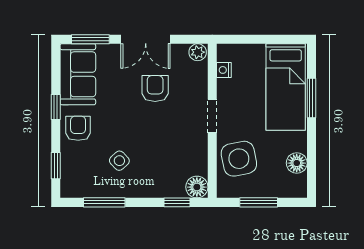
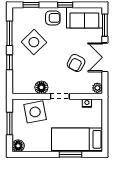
armchair: (155, 88) -> (76, 63), turned 118
side table: (119, 161) -> (34, 42), width x1.87, depth x1.87
floor lamp: (297, 163) -> (18, 146), moved
floor lamp: (197, 187) -> (41, 87), moved
window: (177, 202) -> (10, 62), moved

